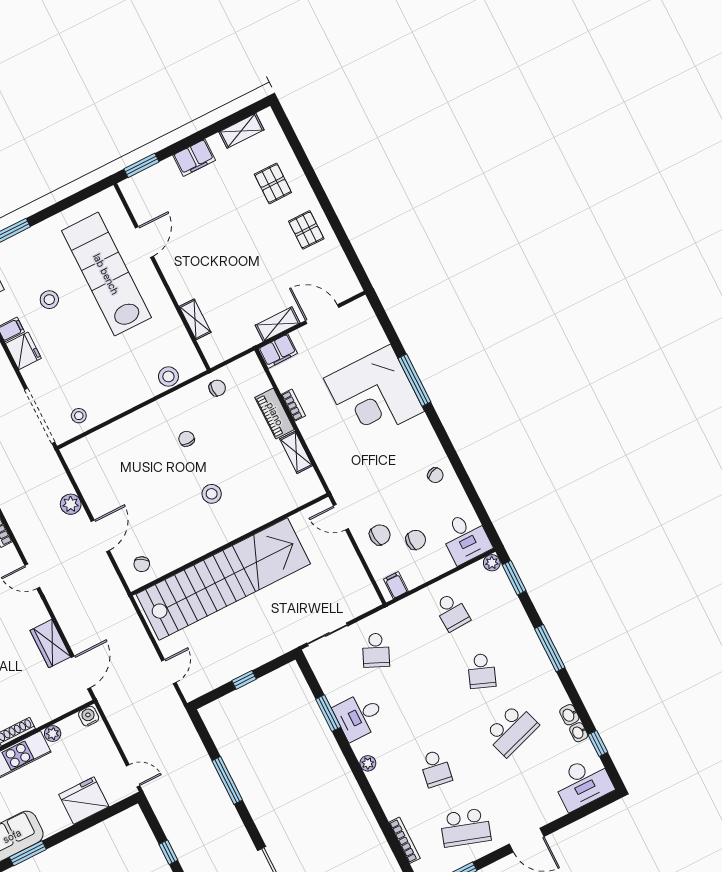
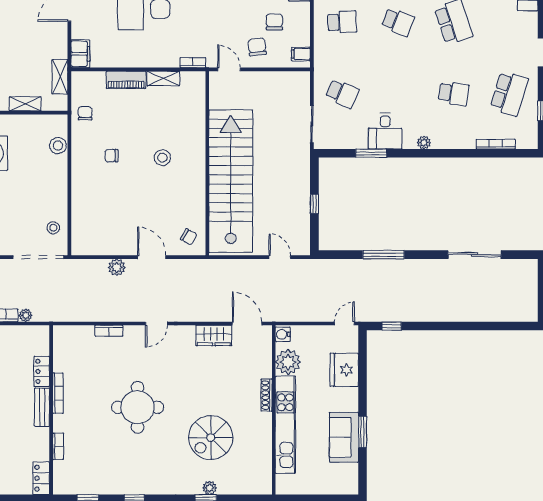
shelving: (278, 324) -> (60, 77), moved
bookcase: (293, 405) -> (193, 63), moved
door: (341, 517) -> (229, 69), swing flipped
plant: (53, 734) -> (288, 362), width x1.88, depth x1.88
window: (168, 852) -> (392, 326), moved

